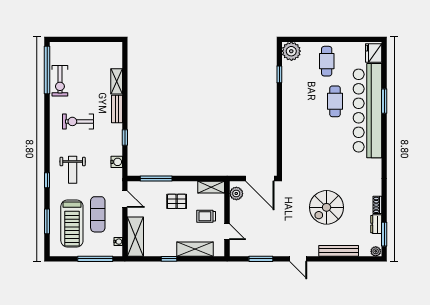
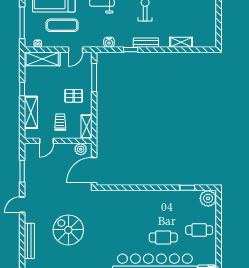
bench: (117, 109) -> (146, 43), moved
pallet: (177, 201) -> (74, 96), turned 90

